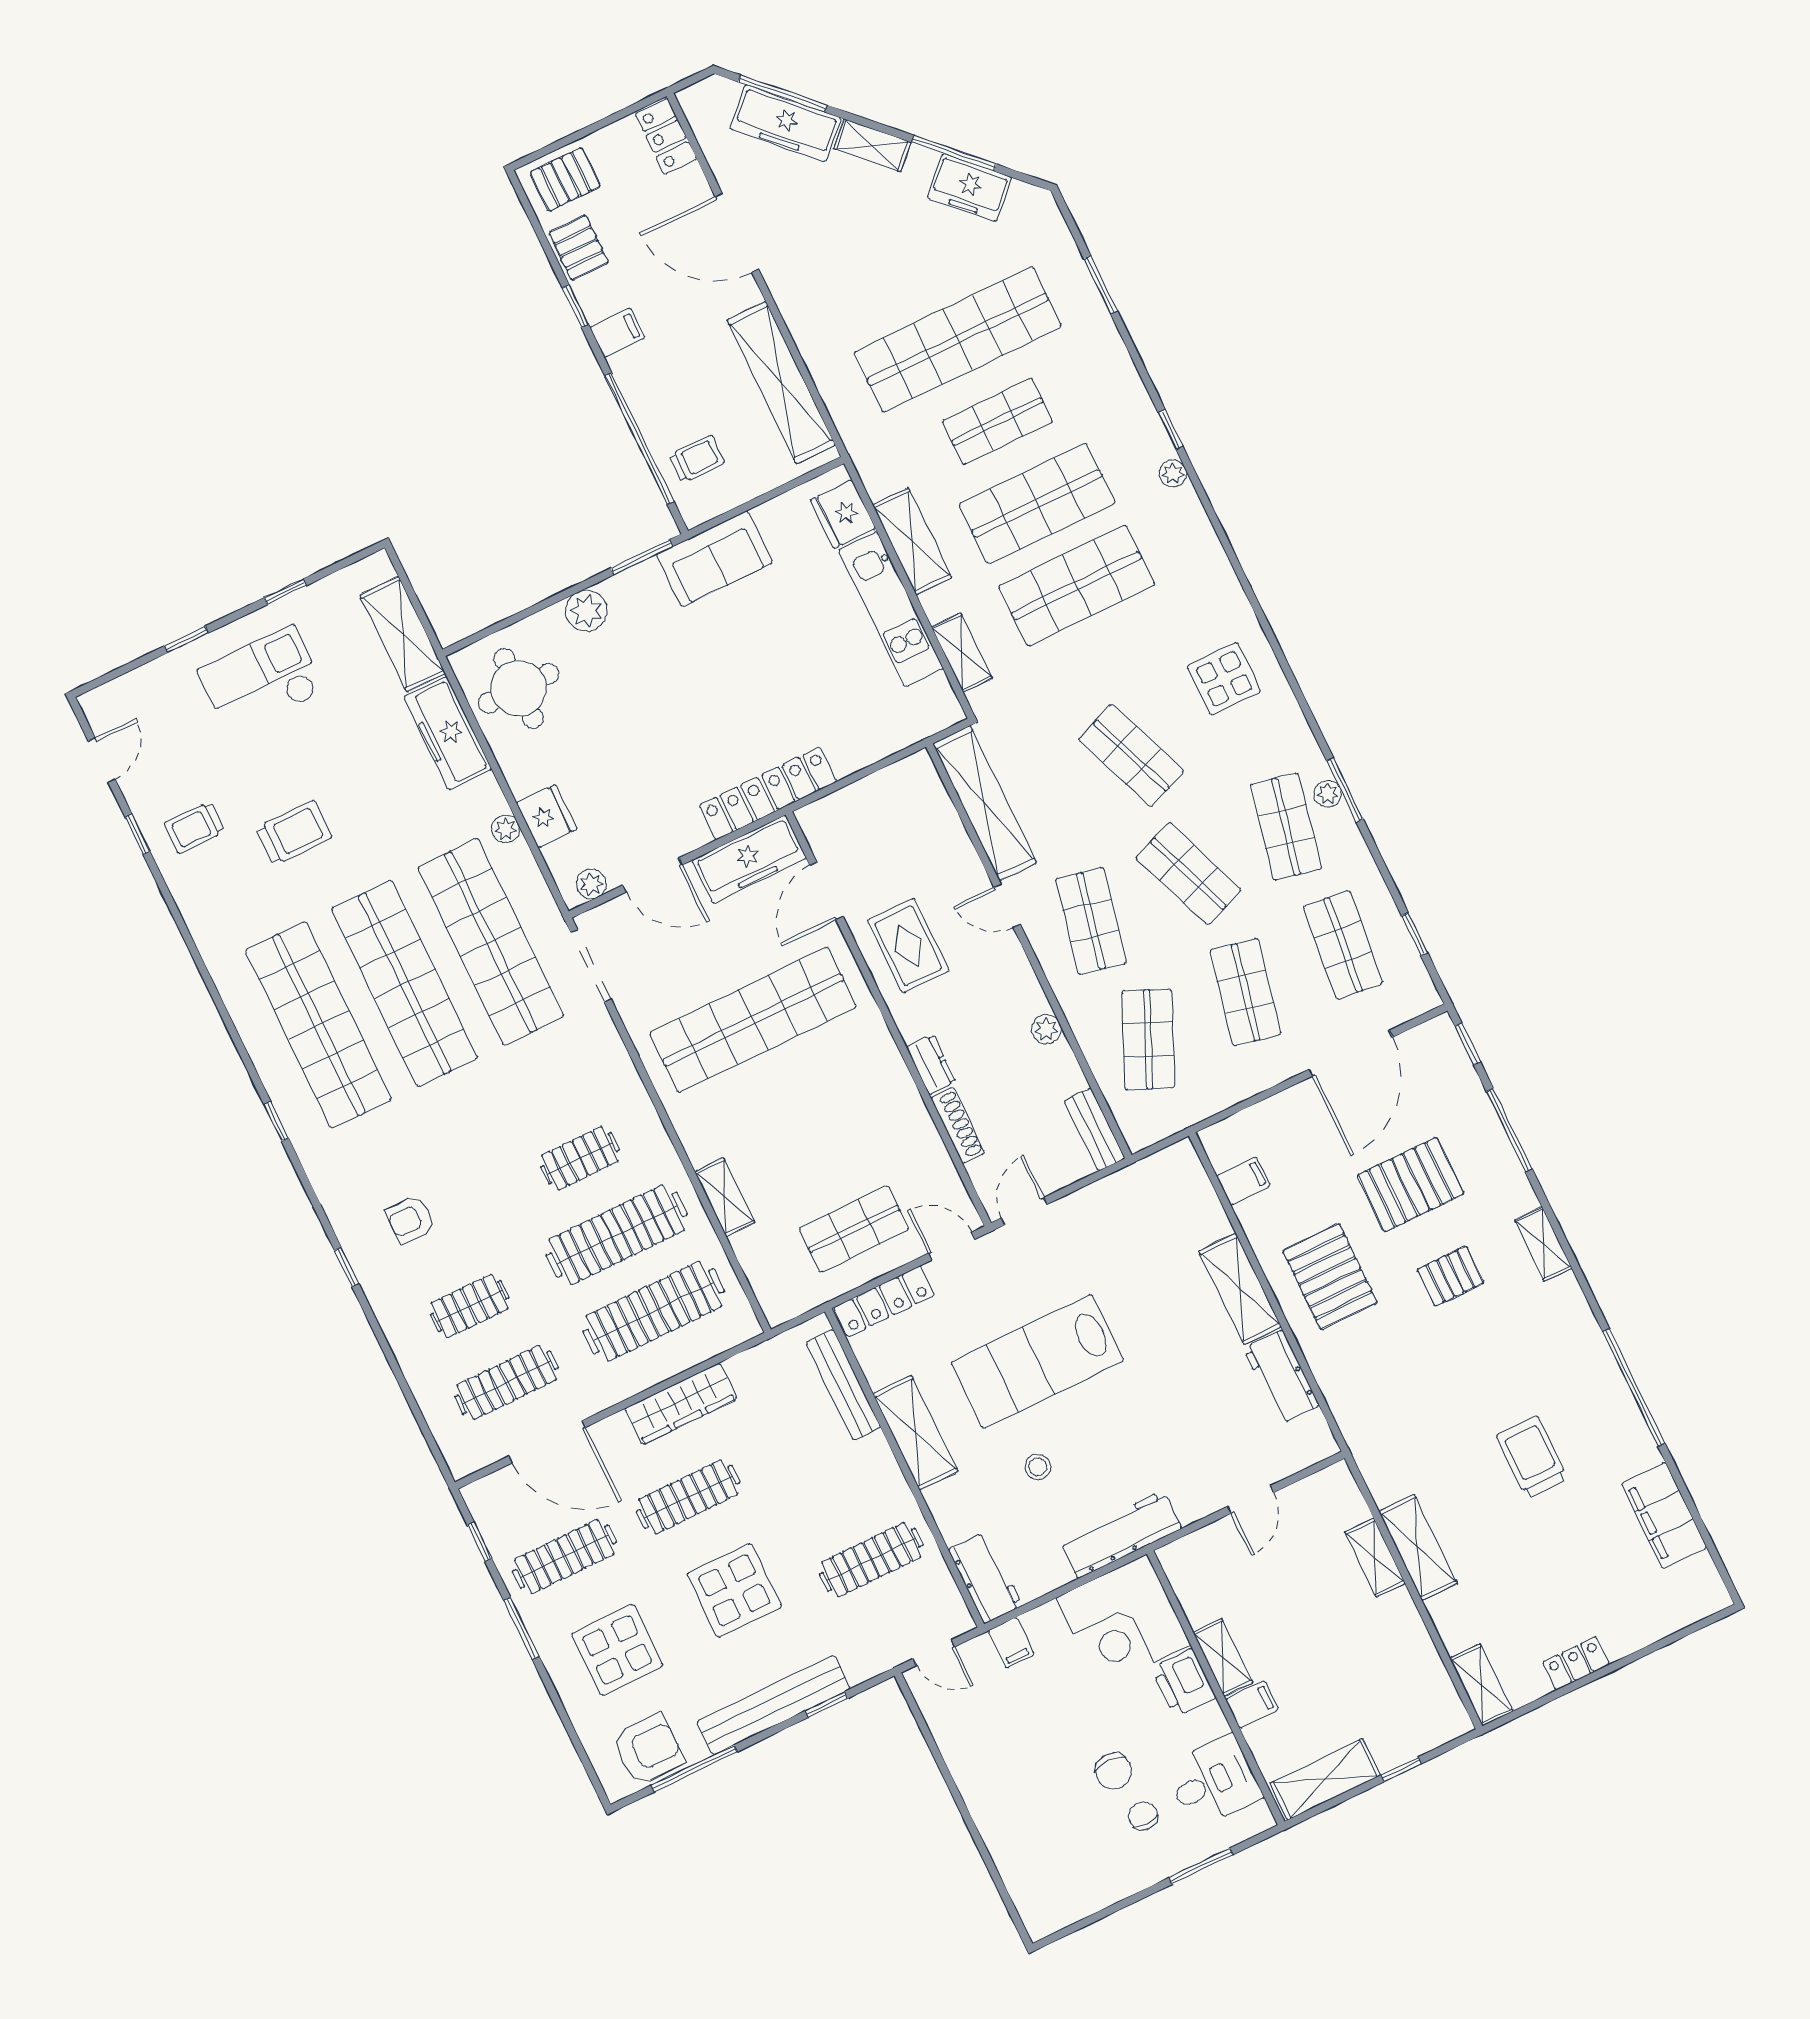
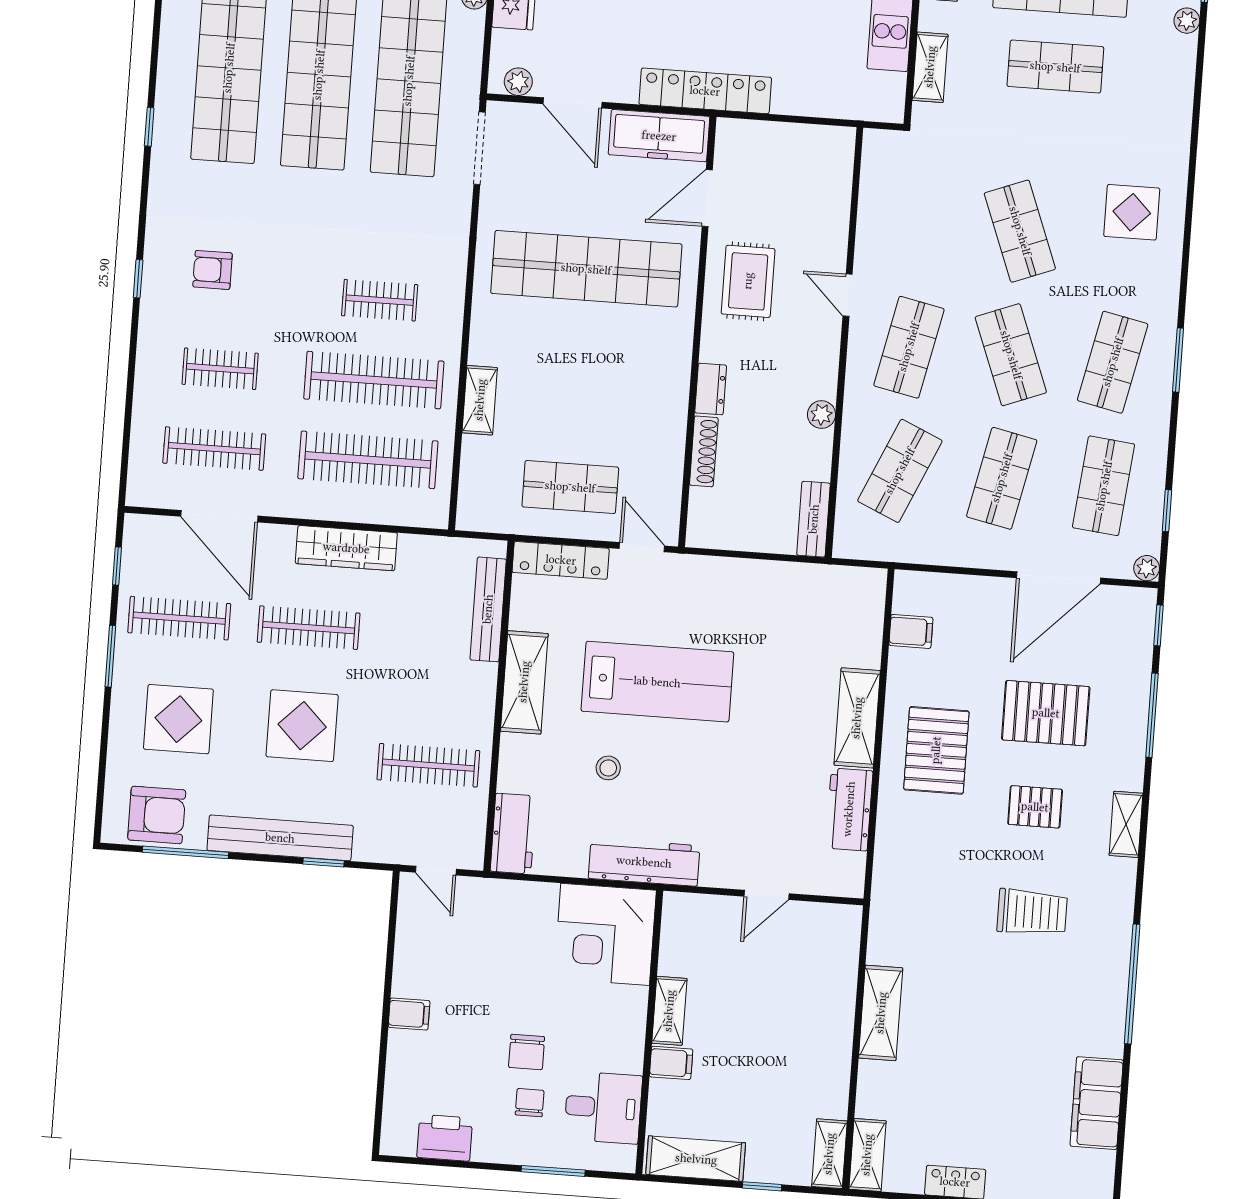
shop shelf: (1077, 585) -> (1055, 67), width x0.70, depth x0.74
plant: (1328, 794) -> (1147, 568), moved
shelving: (985, 803) -> (878, 201), removed
door: (1024, 1211) -> (718, 553), removed
lab bench: (1037, 1361) -> (657, 682), turned 180
trolley: (1532, 1457) -> (1032, 912), moved, turned 90
shelving: (1375, 1558) -> (829, 1154), moved
filing cabinet: (1011, 1643) -> (409, 1014), moved, turned -90
printer: (1184, 1683) -> (445, 1138), moved, turned 90

